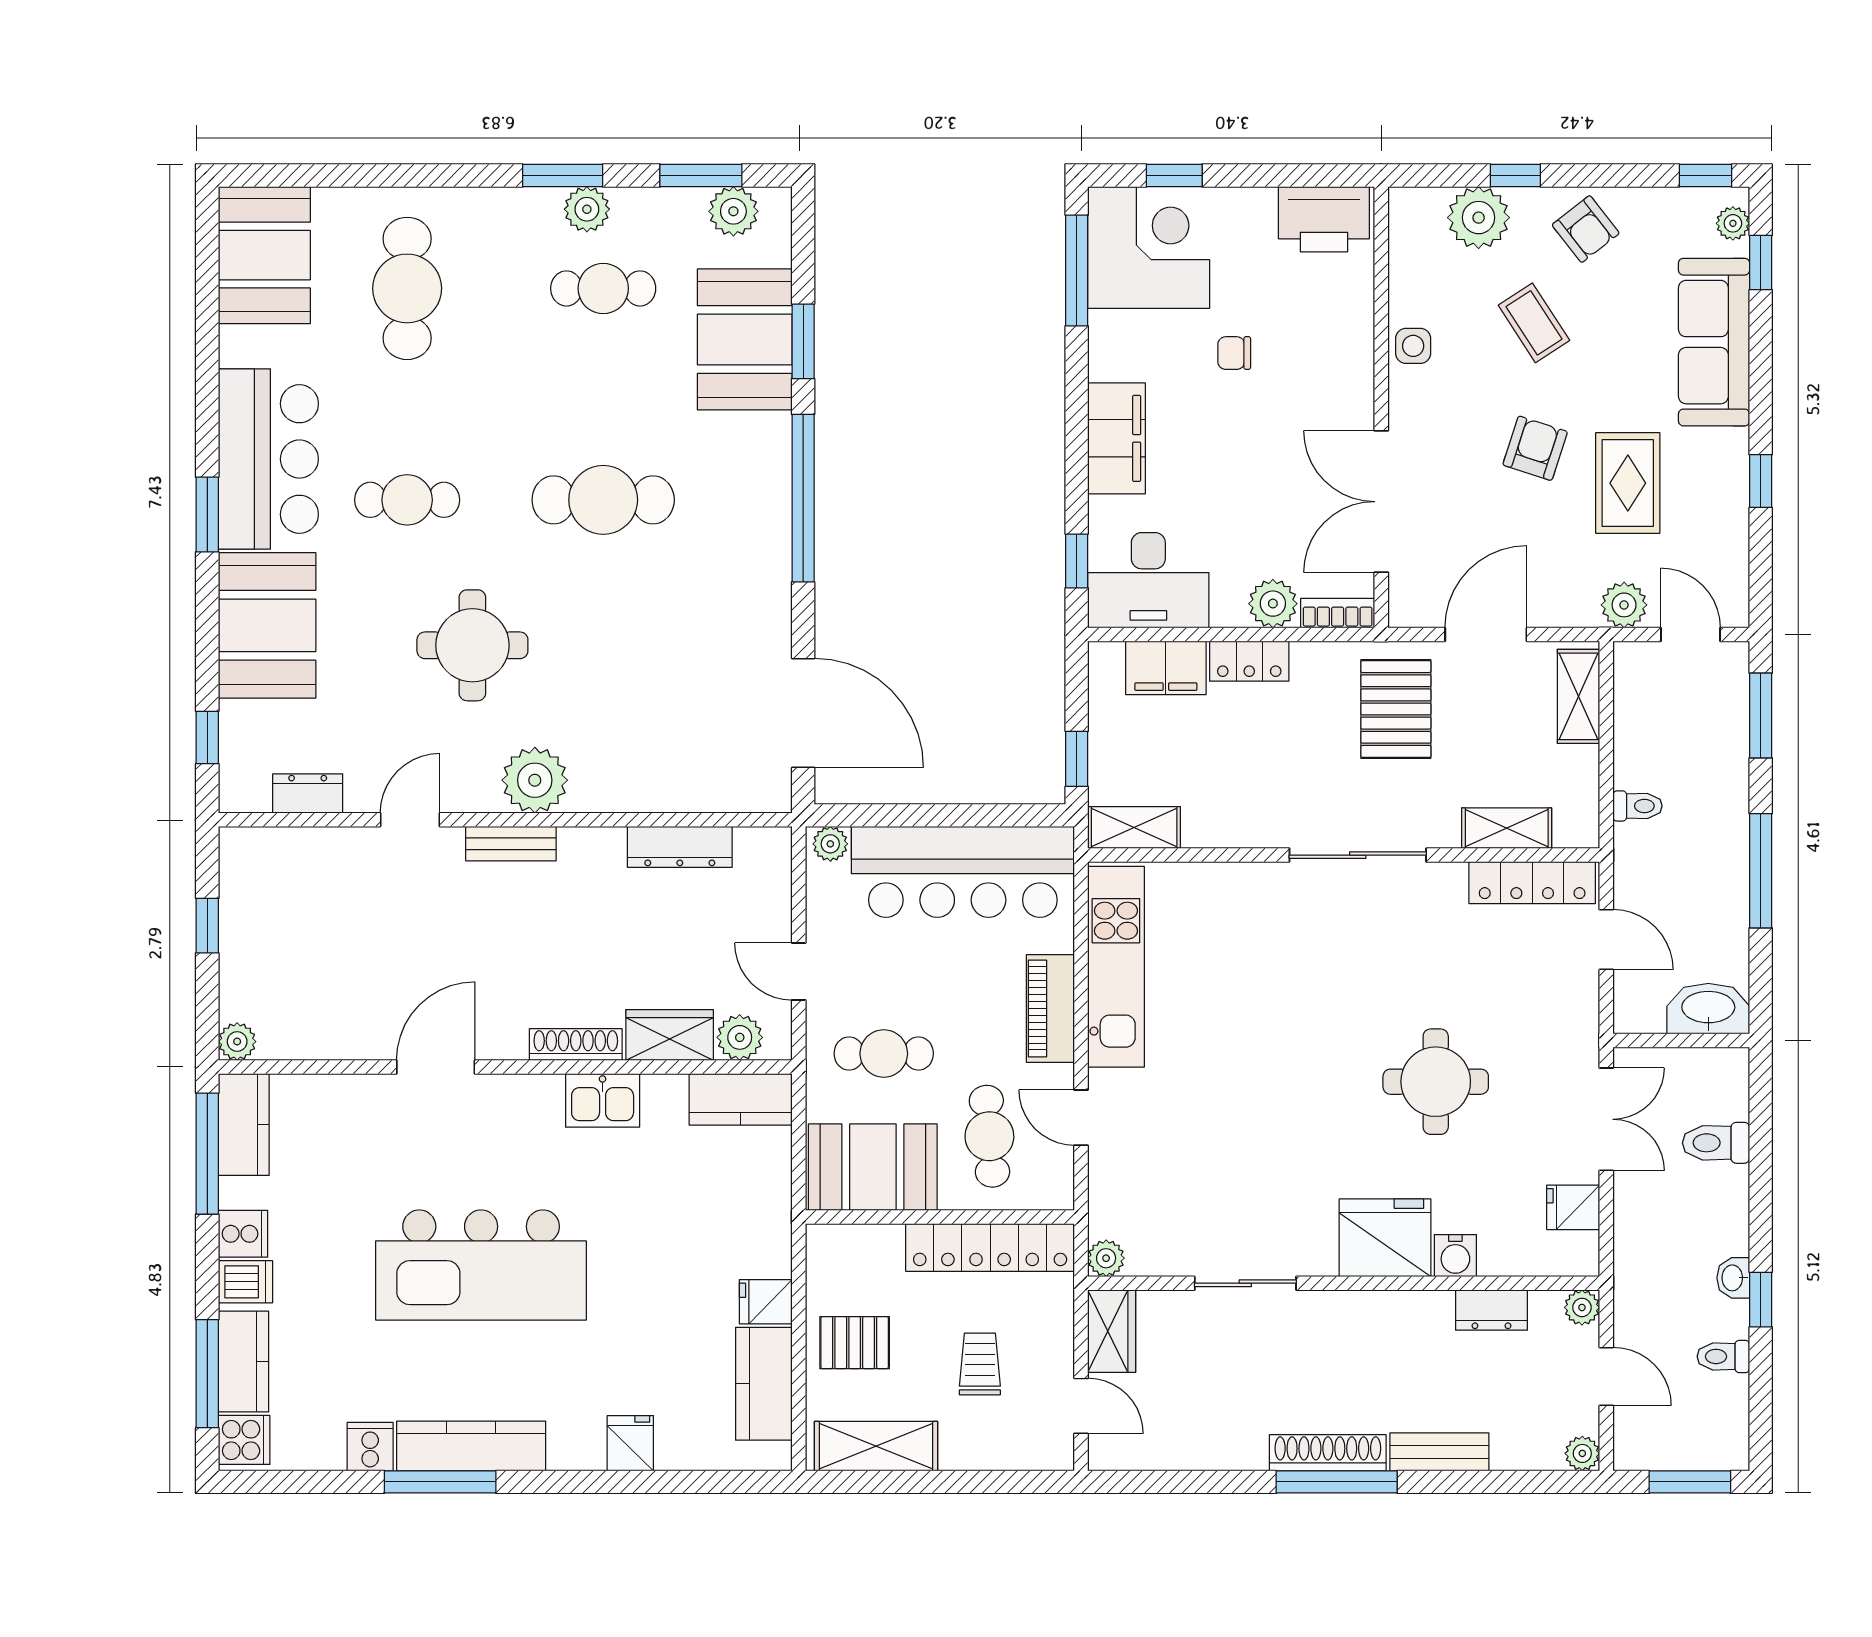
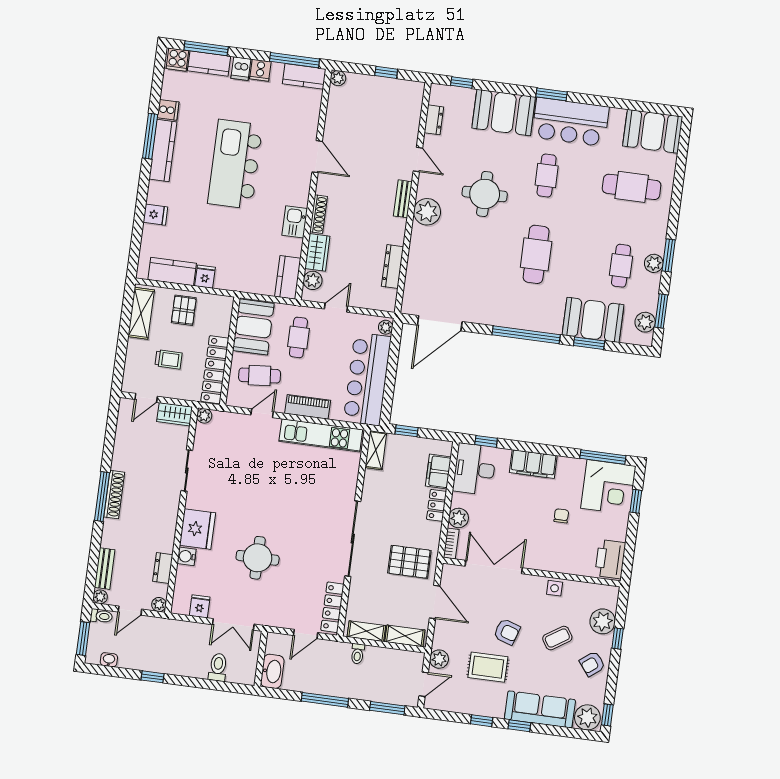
plant: (1733, 223) -> (587, 717), width x1.87, depth x1.87
window: (1761, 263) -> (519, 726), moved
shelving: (1507, 828) -> (366, 631), moved, turned 90
sliding door: (1358, 855) -> (353, 539), width x1.36
washbasin: (1733, 1278) -> (109, 660), moved
toilet: (1723, 1356) -> (101, 616), moved, turned 90
bench: (1439, 1452) -> (105, 569), moved

